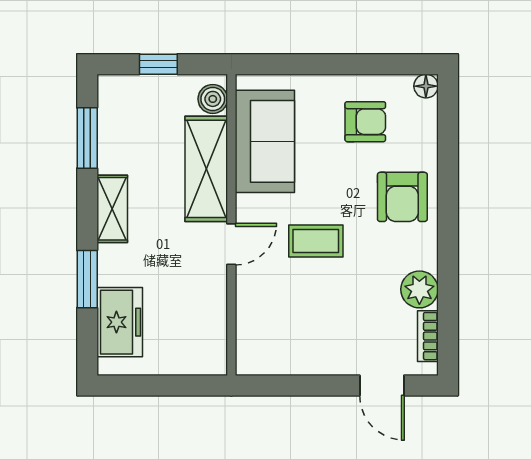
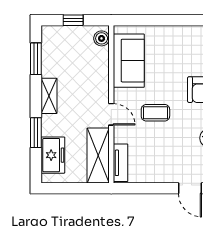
armchair: (365, 122) -> (181, 50), removed
shelving: (206, 169) -> (98, 155), moved
door: (231, 244) -> (111, 114), hinge flipped
tv unit: (249, 337) -> (121, 163), added

